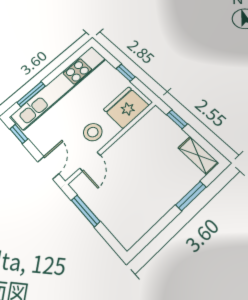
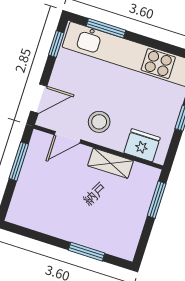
fridge: (126, 107) -> (142, 145), width x0.73, depth x0.75
window: (177, 119) -> (157, 200), width x1.50
shelving: (198, 155) -> (111, 163), moved, turned 90

